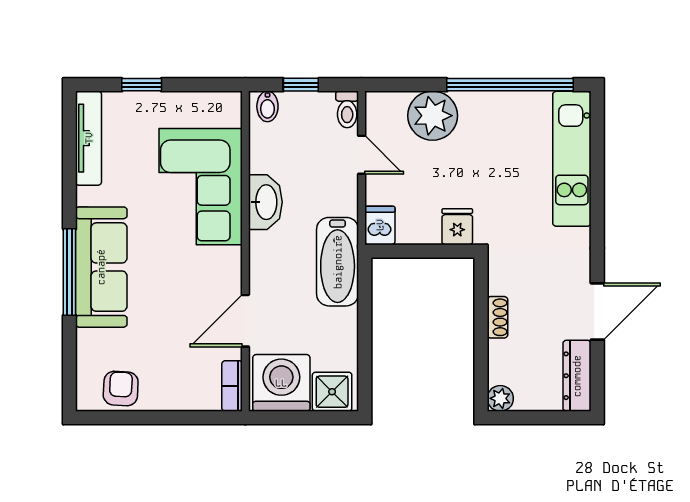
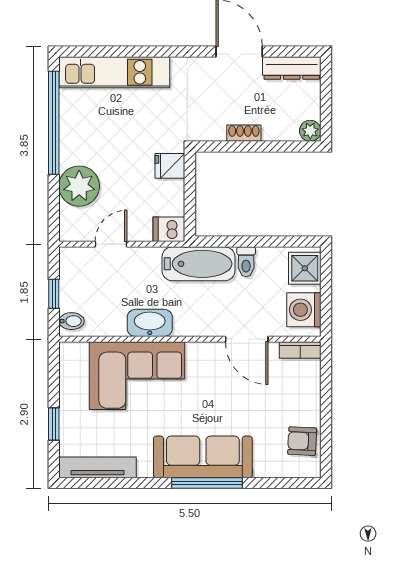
toilet: (347, 109) -> (246, 262), moved, turned 90
washing machine: (281, 383) -> (304, 310), width x0.73, depth x0.73

